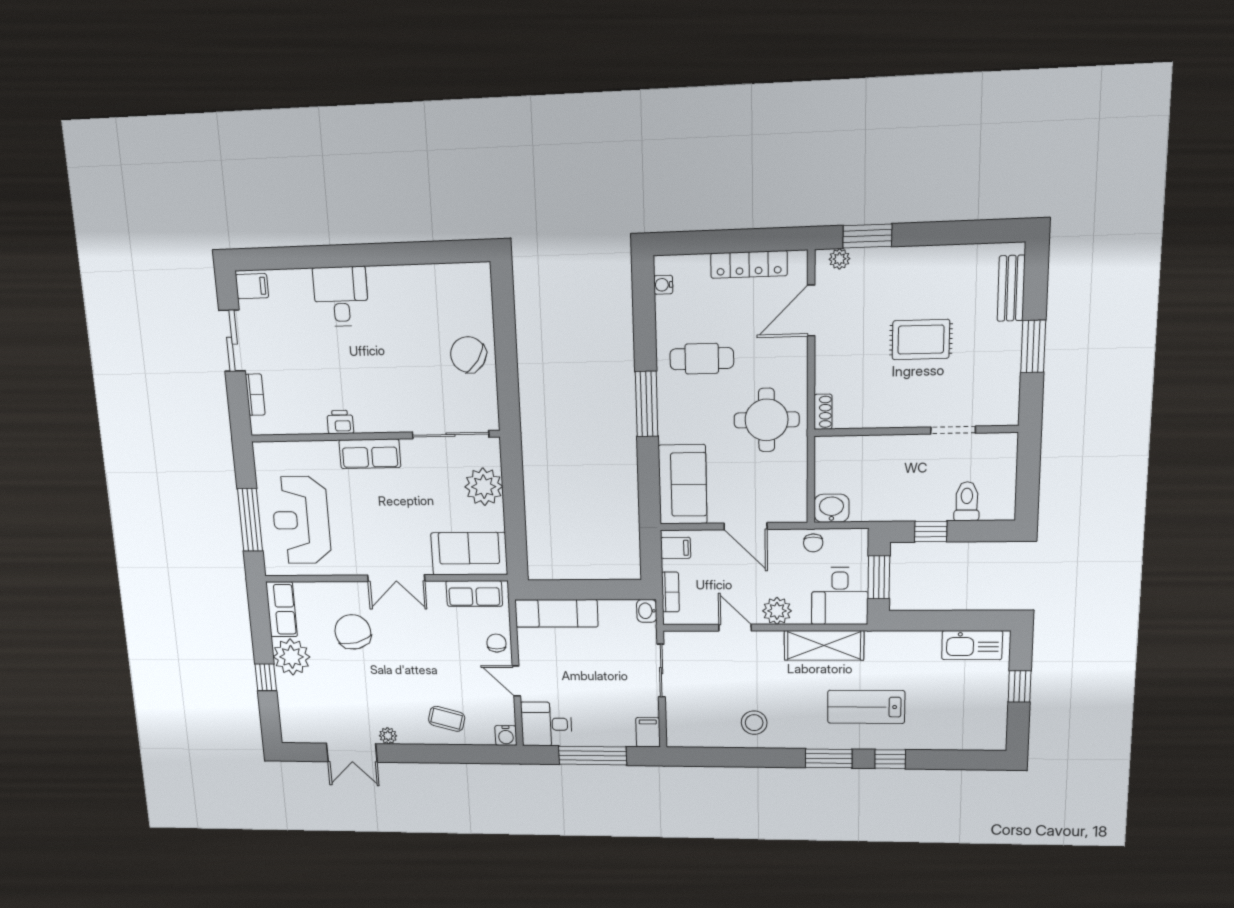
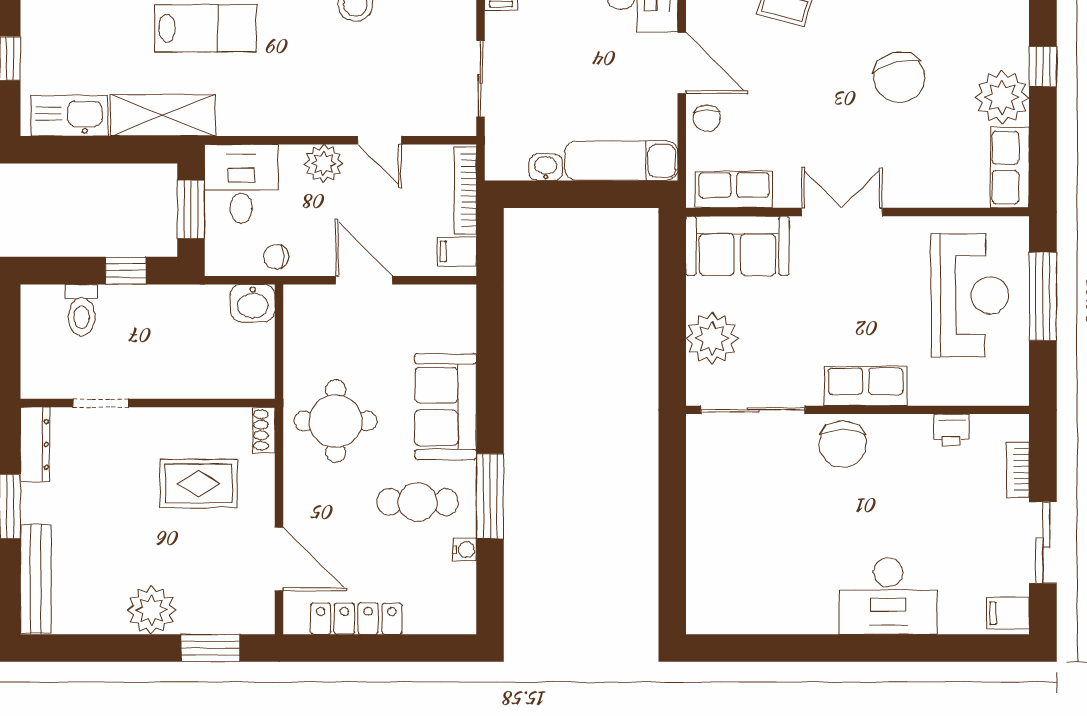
plant: (839, 259) -> (151, 610), moved, width x1.88, depth x1.88
water cooler: (663, 285) -> (465, 550), moved
bench: (1011, 288) -> (36, 579), width x1.36
desk: (341, 296) -> (888, 596), width x1.37
door: (811, 311) -> (279, 559), hinge flipped
rug: (921, 340) -> (199, 484), moved
chair: (468, 355) -> (843, 444), moved, turned 56
dresser: (1008, 396) -> (35, 444), added
window: (647, 404) -> (490, 496), moved
printer: (340, 422) -> (952, 430), moved
sofa: (683, 485) -> (446, 407), moved
chair: (813, 543) -> (276, 257), turned -90
bookcase: (670, 592) -> (465, 190), width x1.56
washbasin: (647, 611) -> (546, 167), moved, turned -90
chair: (353, 632) -> (899, 77), moved
shelving: (824, 645) -> (163, 115), moved
door: (516, 681) -> (682, 63), width x1.37

